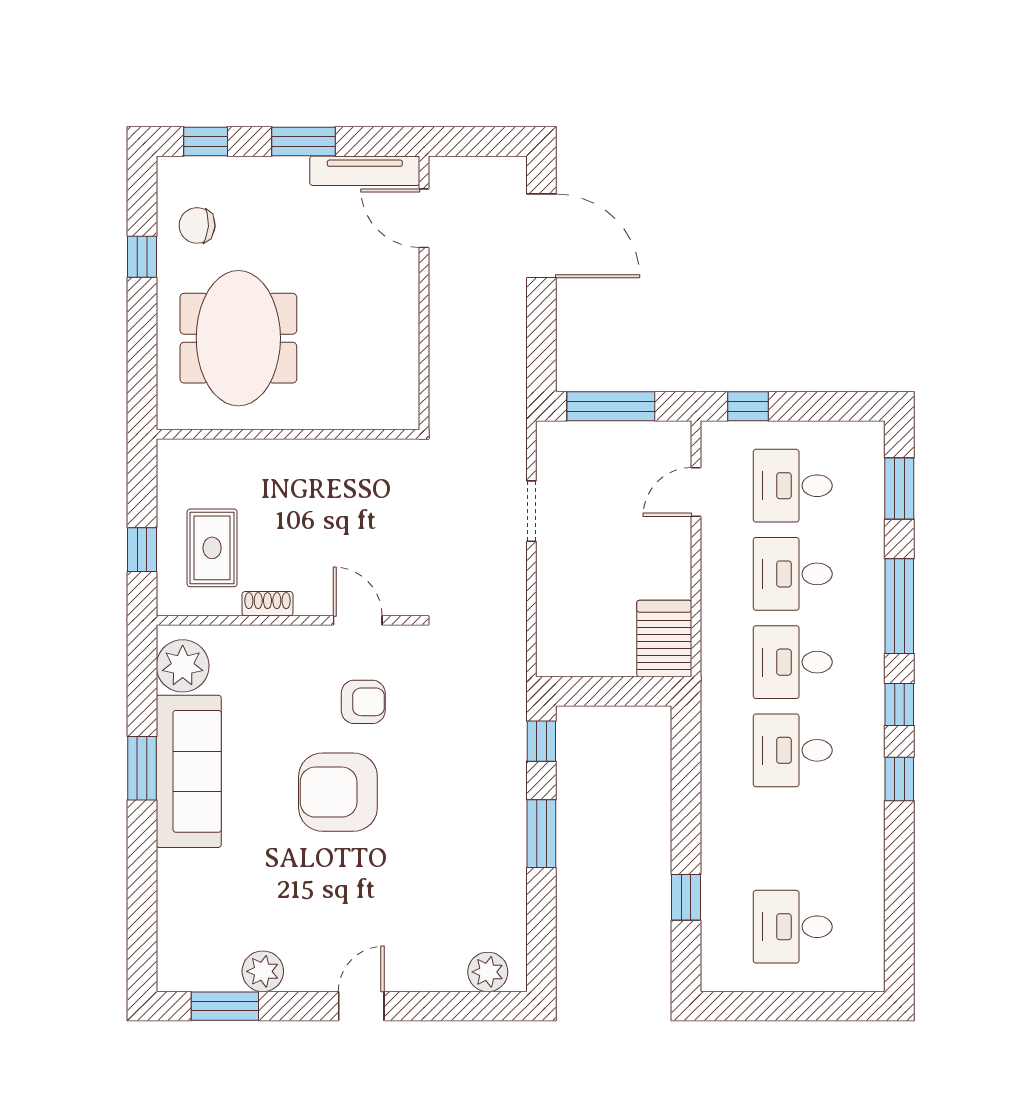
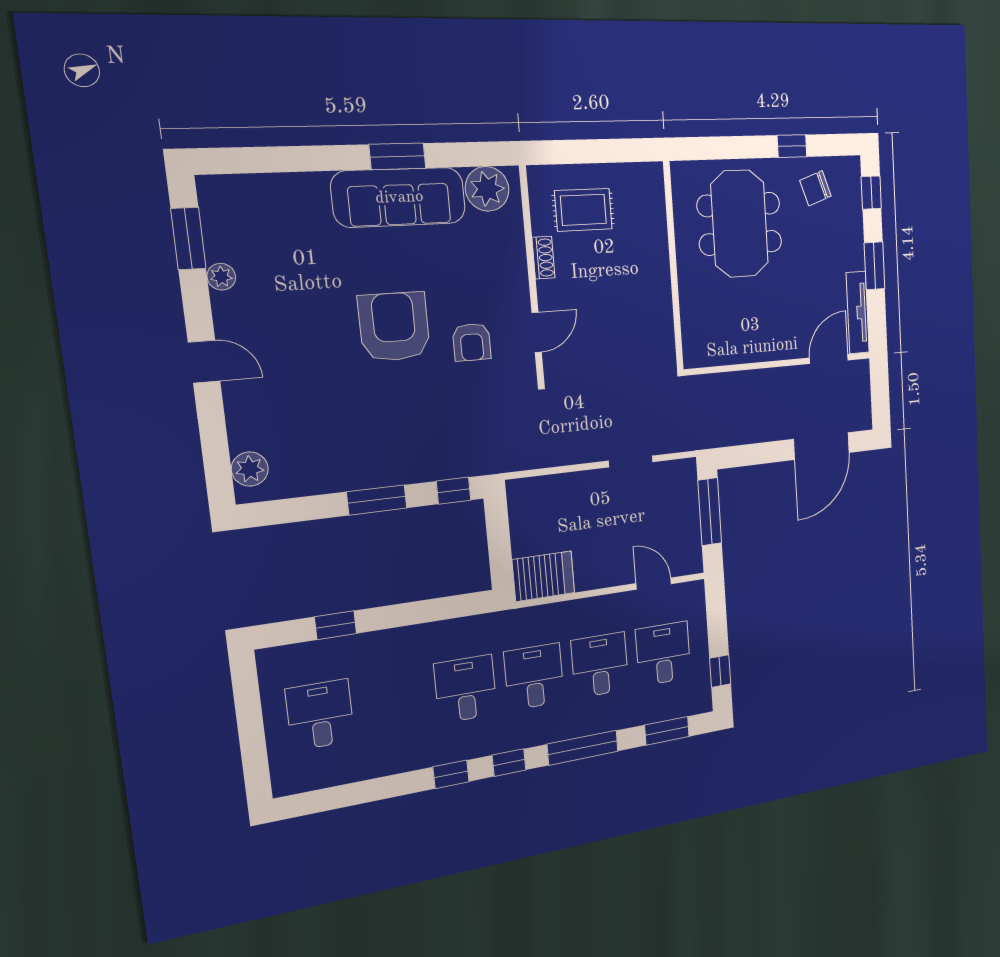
chair: (197, 225) -> (815, 188), turned -113
meeting table: (238, 338) -> (740, 224), turned 90
window: (748, 406) -> (720, 671), moved
window: (142, 550) -> (577, 152), removed
plant: (263, 971) -> (221, 277), width x0.73, depth x0.73

